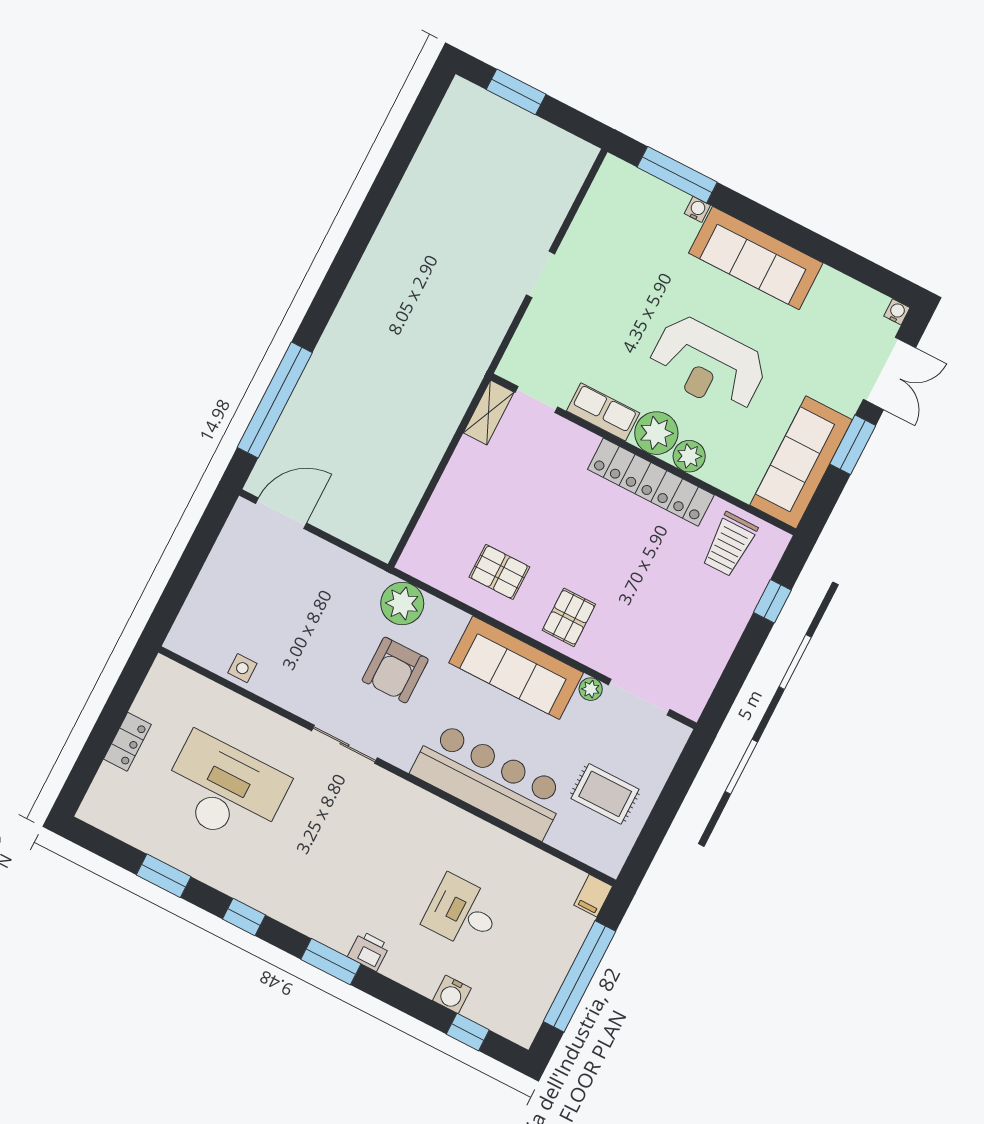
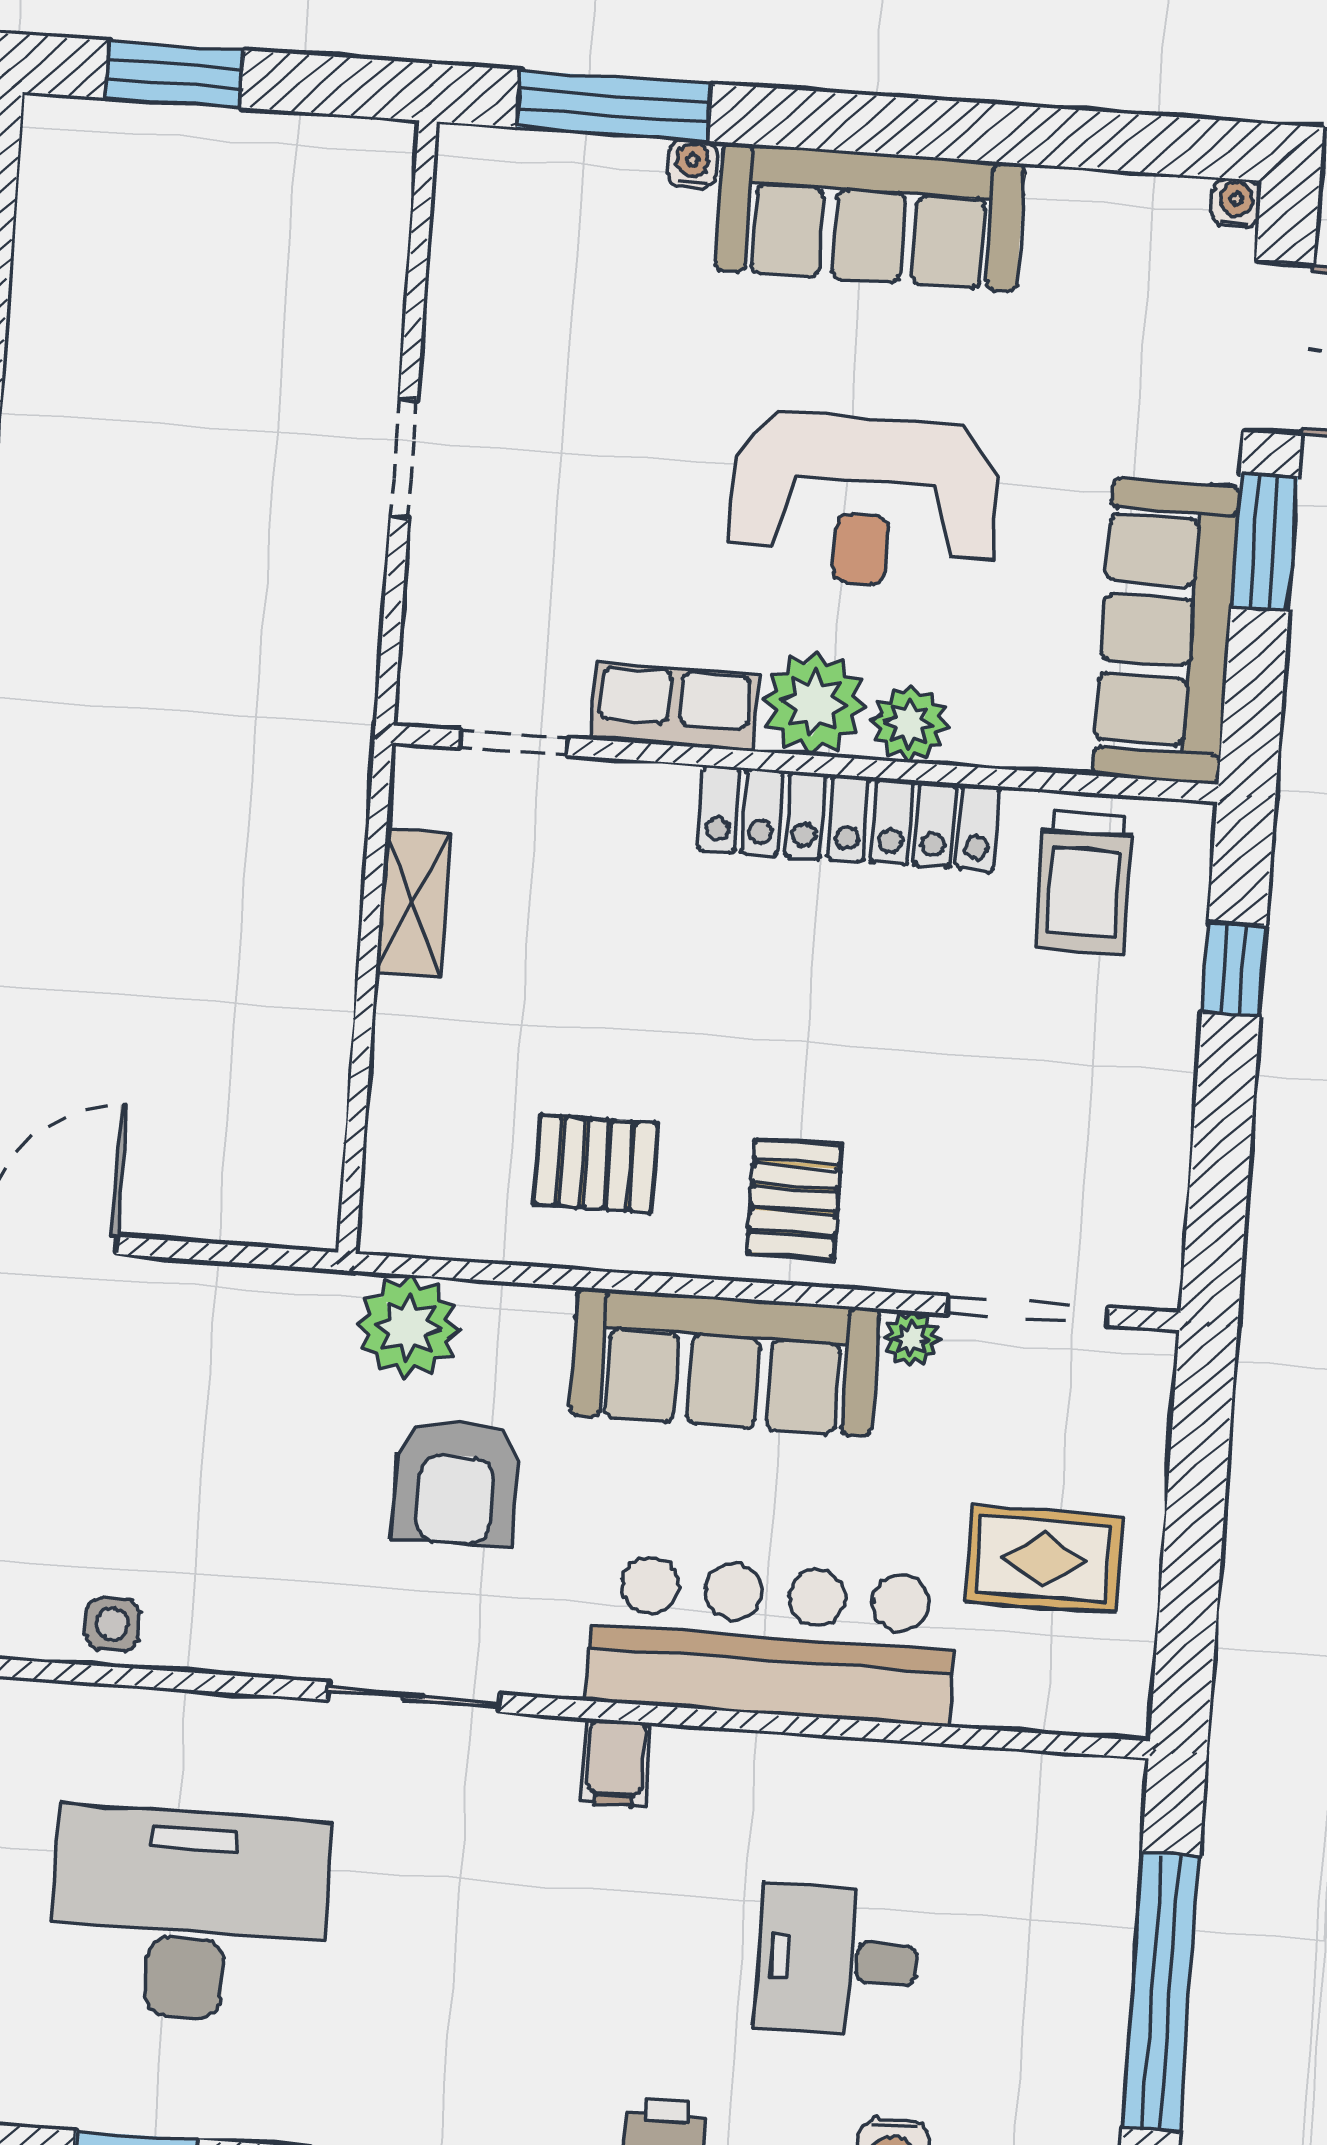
shelving: (489, 412) -> (413, 903), moved
filing cabinet: (593, 896) -> (616, 1763), moved

